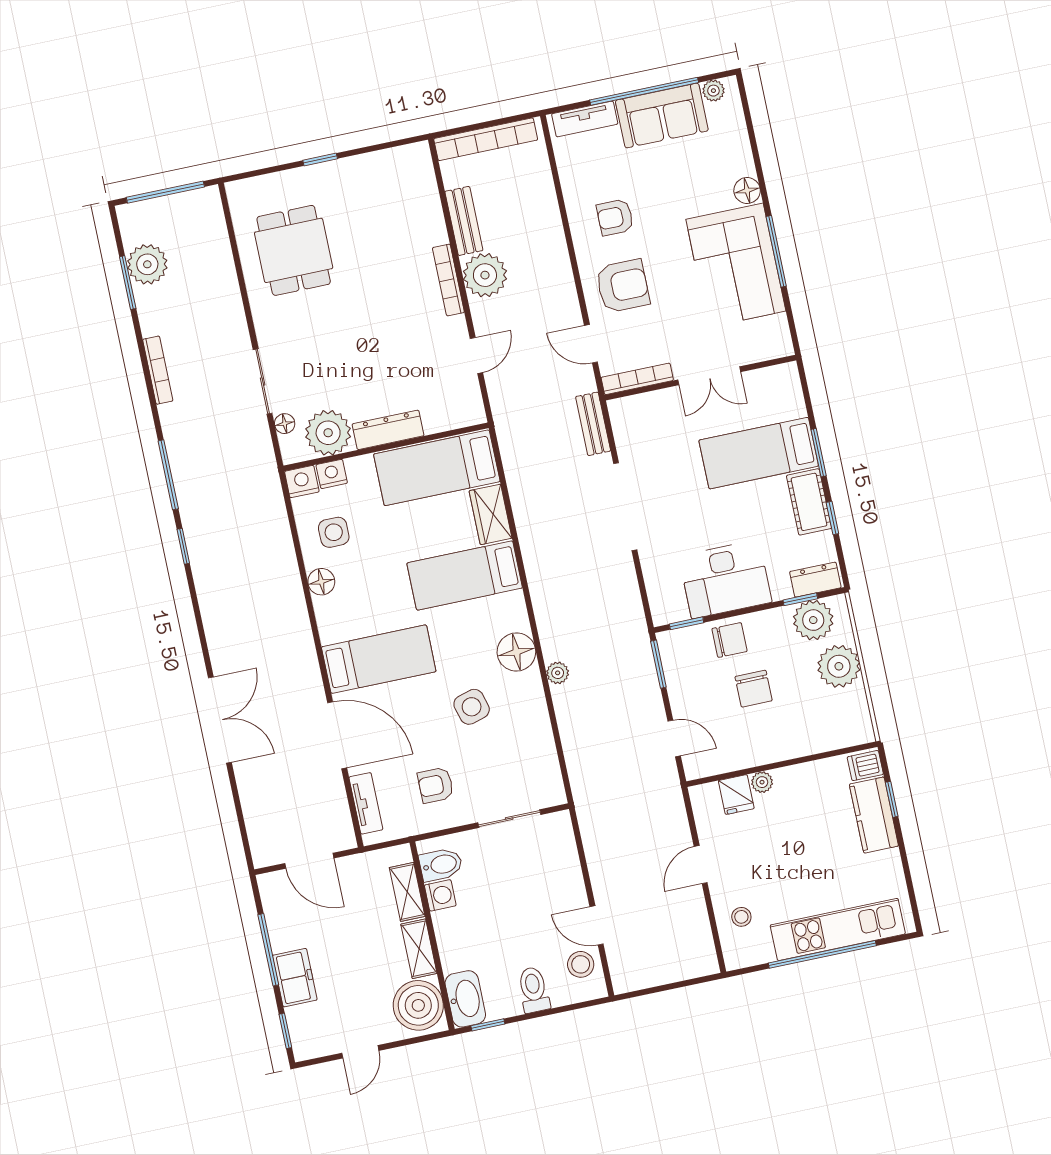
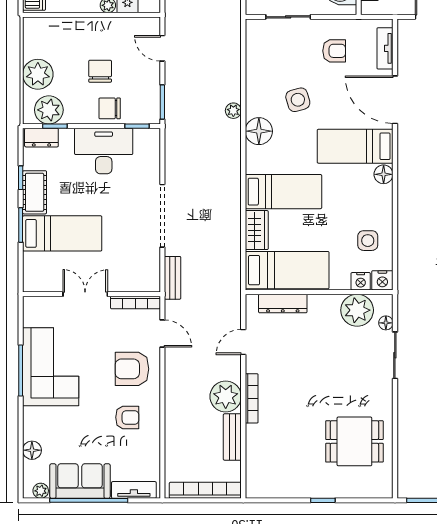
floor lamp: (747, 190) -> (32, 450), moved
dining table: (294, 250) -> (354, 441), turned 90
dresser: (388, 430) -> (283, 304), moved
floor lamp: (321, 582) -> (384, 174), moved

